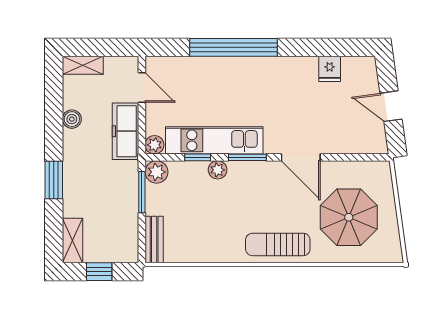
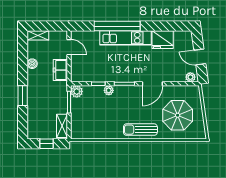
fridge: (330, 69) -> (163, 40), width x1.88, depth x1.34
freezer: (125, 131) -> (60, 70), width x0.71
kitchen unit: (214, 140) -> (126, 38), moved, turned 180
plant: (155, 145) -> (190, 77), moved
door: (301, 157) -> (152, 84), hinge flipped
bench: (154, 240) -> (75, 127), removed
shelving: (73, 241) -> (62, 126), moved

